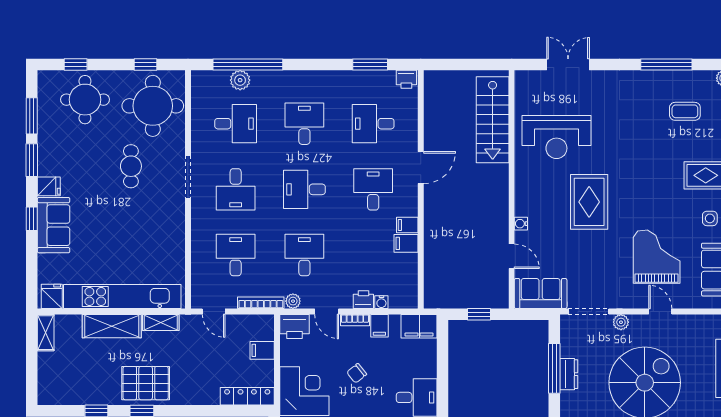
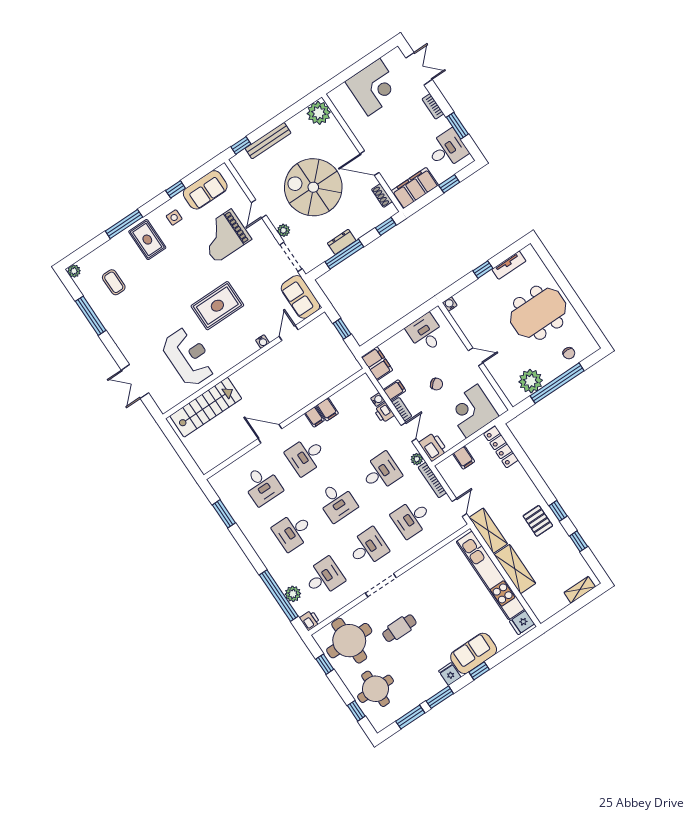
printer: (406, 79) -> (310, 620), moved
desk: (236, 124) -> (324, 577), turned 90
desk: (304, 255) -> (381, 472), turned 180
shelving: (161, 322) -> (488, 531), width x1.50, depth x1.33
shelving: (46, 333) -> (580, 590), moved
pallet: (146, 383) -> (538, 521), width x0.67, depth x0.71

